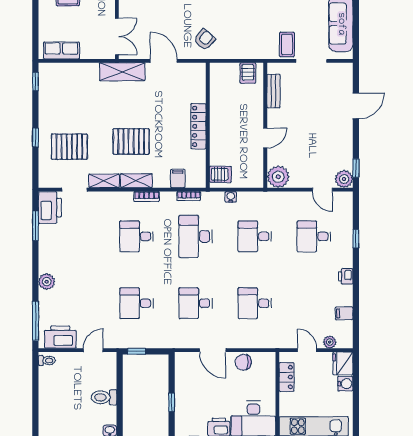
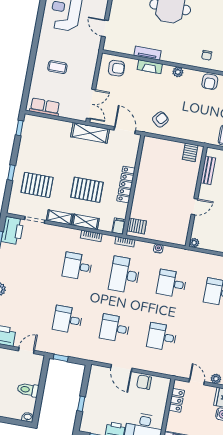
wall: (208, 125) -> (134, 185), moved
locker: (198, 126) -> (126, 184), moved
server rack: (220, 174) -> (137, 226), moved
plant: (278, 177) -> (194, 243), width x0.53, depth x0.53

